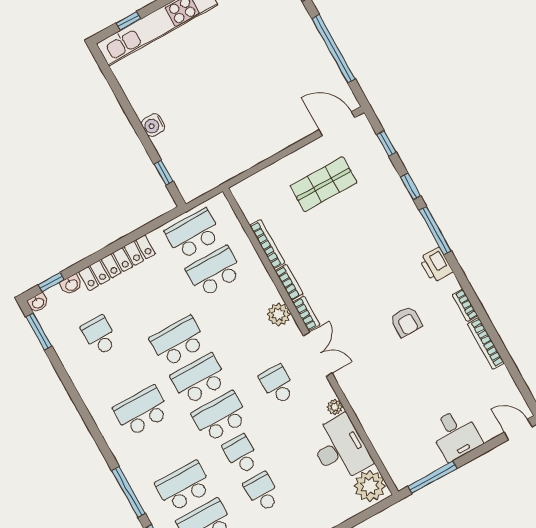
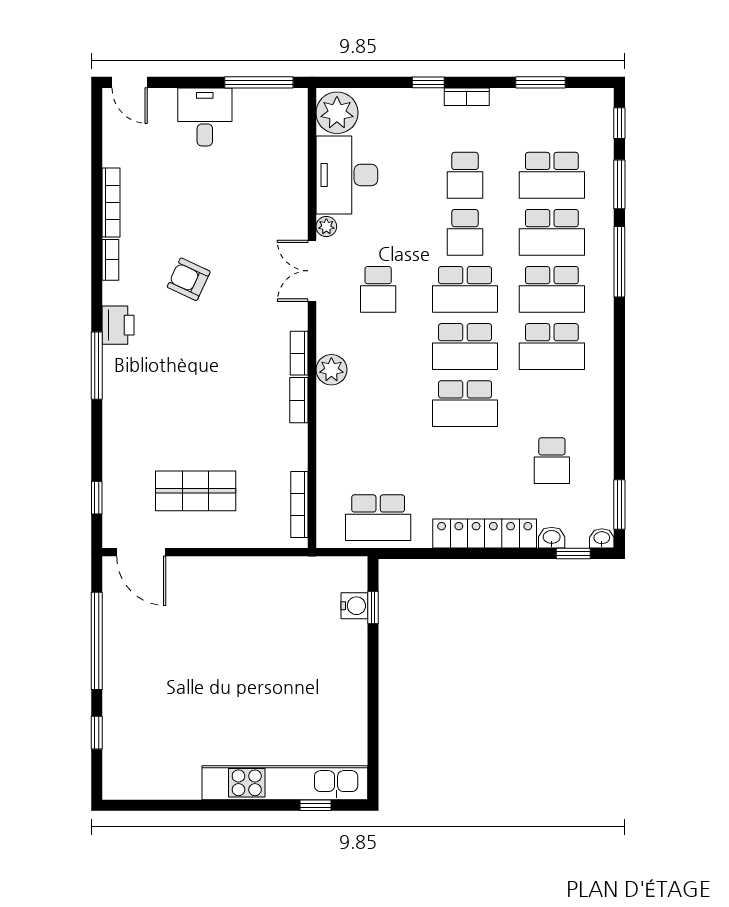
water cooler: (153, 125) -> (354, 606), moved
window: (411, 186) -> (97, 432), removed
bookcase: (267, 244) -> (299, 504), moved
school desk: (214, 272) -> (552, 289), moved
armchair: (406, 321) -> (189, 279), turned -65
double door: (318, 354) -> (312, 271), moved

